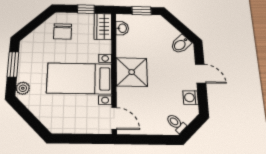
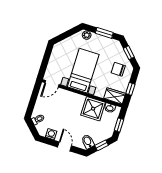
window: (34, 24) -> (129, 53), added
window: (179, 25) -> (102, 145), added
shower: (132, 72) -> (93, 109), moved
door: (201, 74) -> (65, 146), swing flipped

